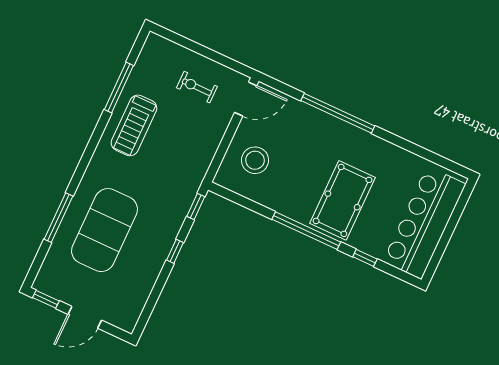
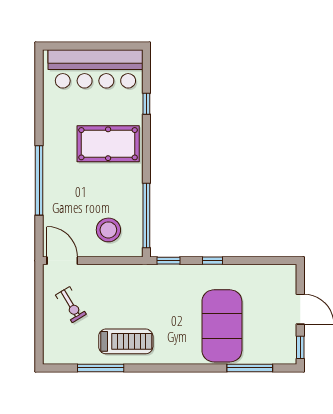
exercise bike: (197, 87) -> (71, 305), turned -31
window: (58, 218) -> (250, 368), moved
exercise mat: (104, 230) -> (222, 326), turned 90
window: (306, 231) -> (146, 216), moved

